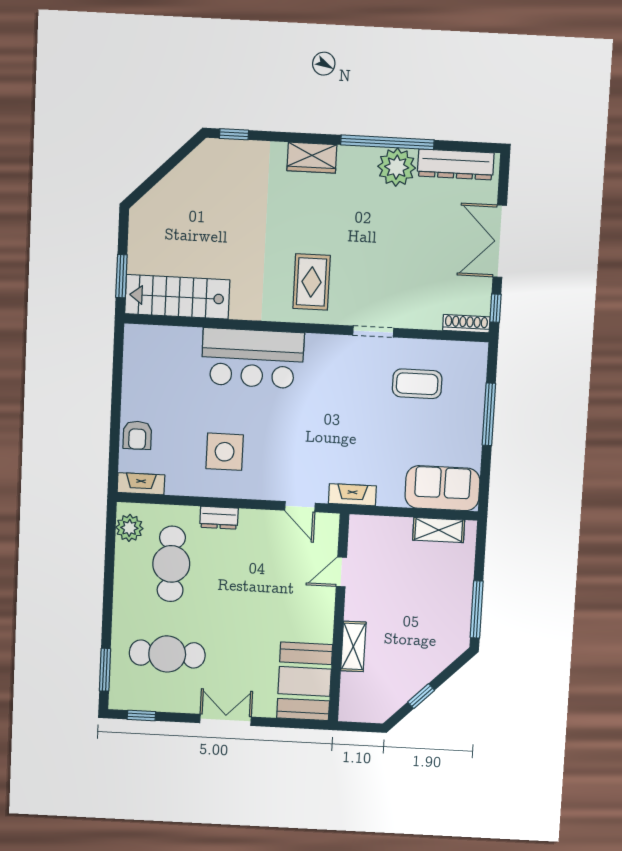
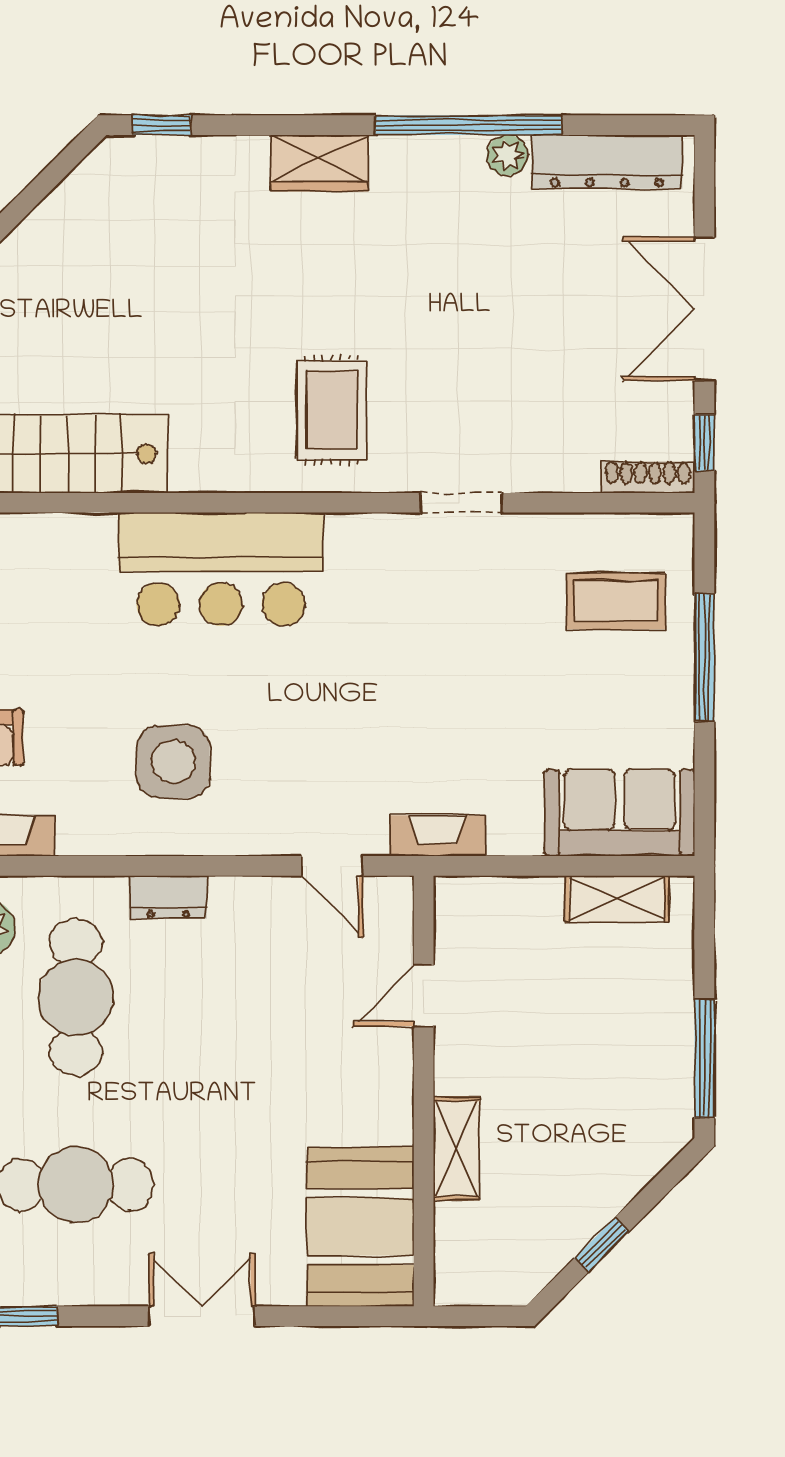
plant: (397, 167) -> (507, 155), width x0.53, depth x0.53
coffee table: (417, 384) -> (616, 601), moved

